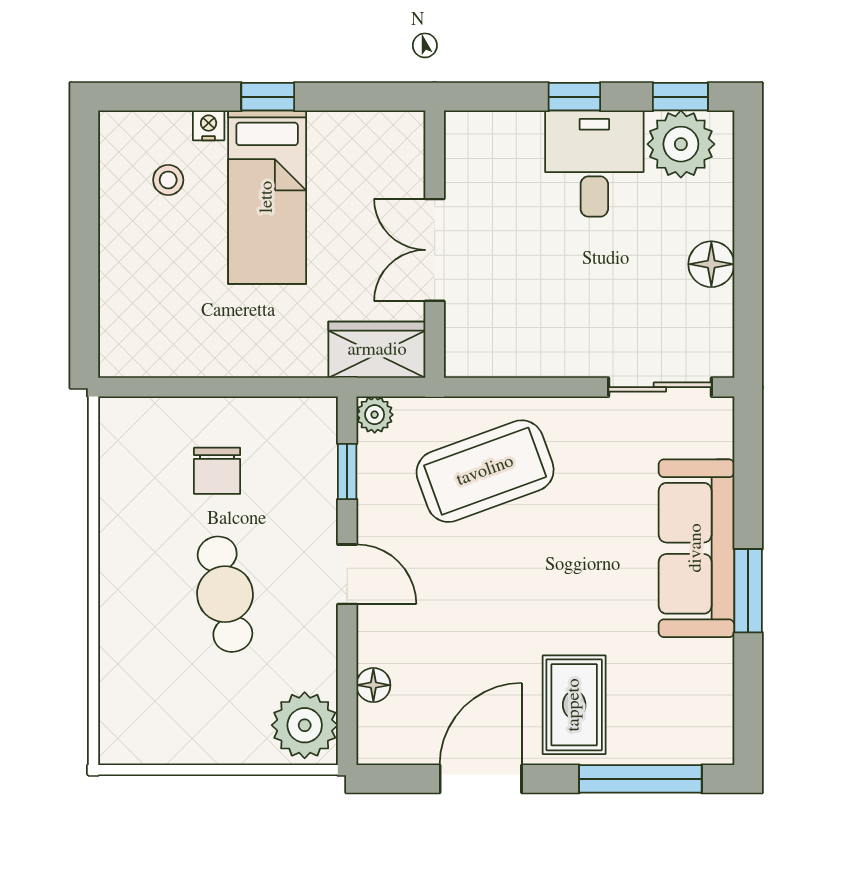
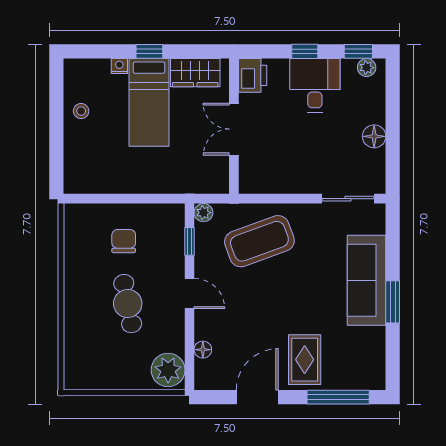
printer: (471, 144) -> (253, 75), added
plant: (681, 144) -> (367, 68), width x0.53, depth x0.53
stool: (168, 180) -> (81, 111), moved
wardrobe: (377, 350) -> (195, 73), moved, turned 180
chair: (217, 471) -> (124, 241), turned 180

